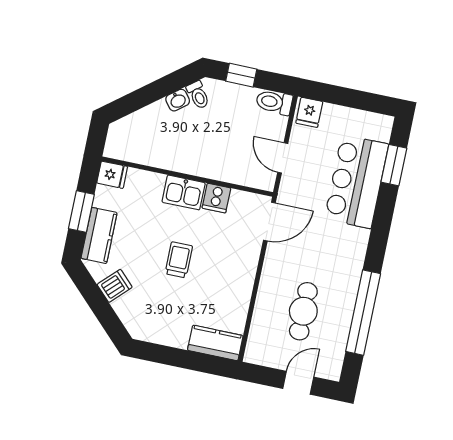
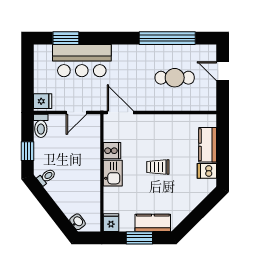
washbasin: (178, 100) -> (77, 222), moved
dishwasher: (115, 286) -> (207, 171), moved, turned -45
kitchen counter: (215, 343) -> (208, 145), moved

